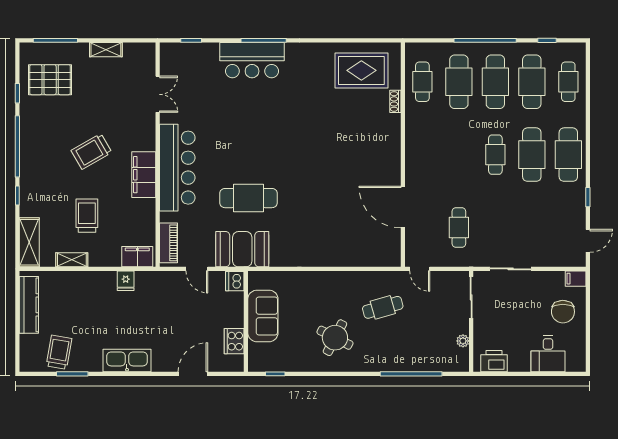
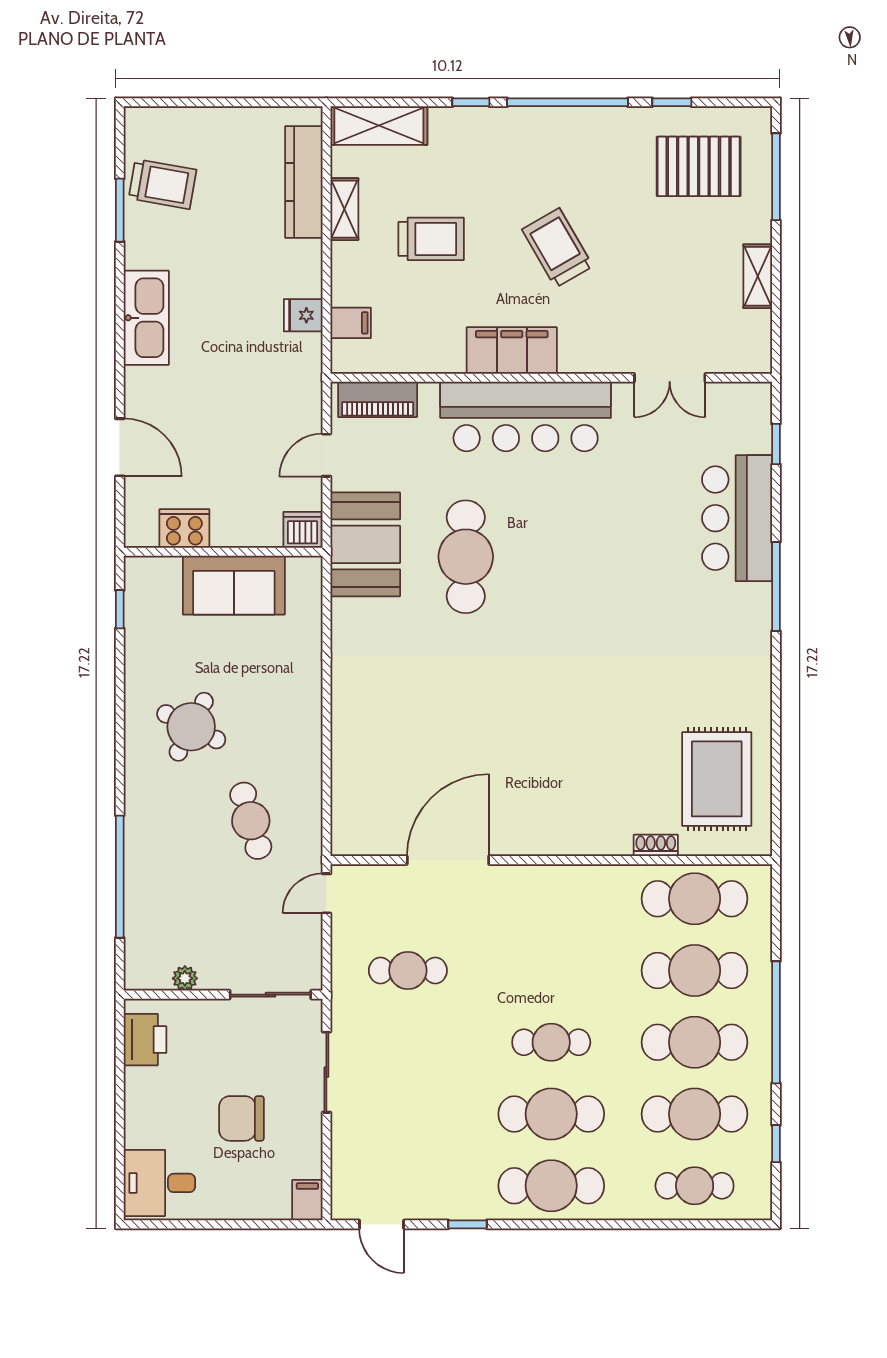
bar counter: (252, 60) -> (737, 518), moved
pallet: (50, 80) -> (699, 166), turned 90
cafe table: (422, 82) -> (695, 899), width x1.37, depth x1.35
filing cabinet: (137, 257) -> (351, 323), width x0.50
kitchen counter: (29, 305) -> (304, 182), moved, turned 90
chair: (563, 312) -> (241, 1118), moved
desk: (548, 354) -> (159, 1183), moved

